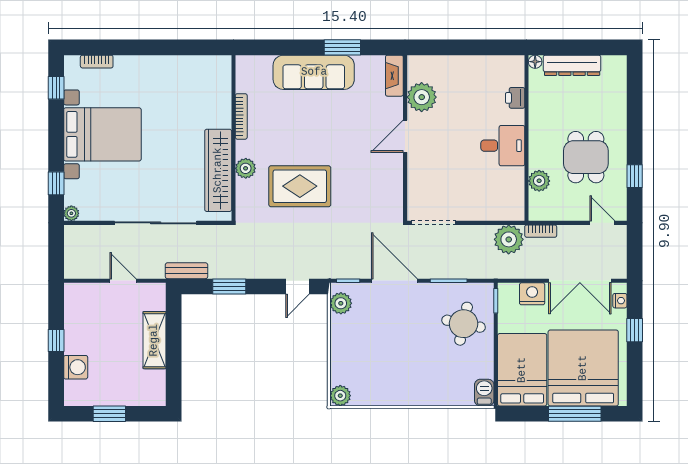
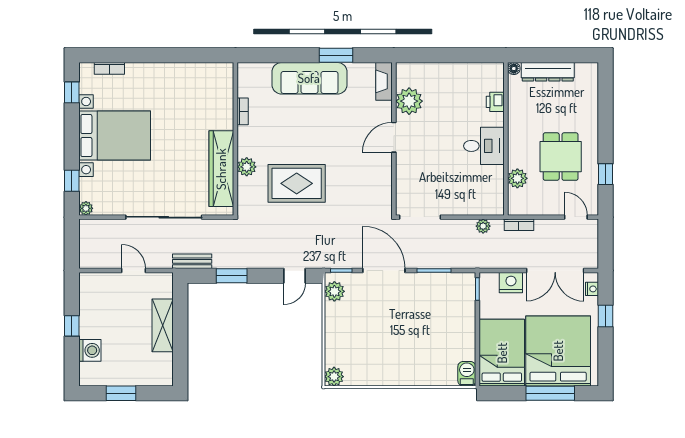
bookcase: (241, 116) -> (243, 111), width x0.64
plant: (509, 239) -> (483, 226), width x0.53, depth x0.53
round table: (464, 324) -> (448, 310), removed

